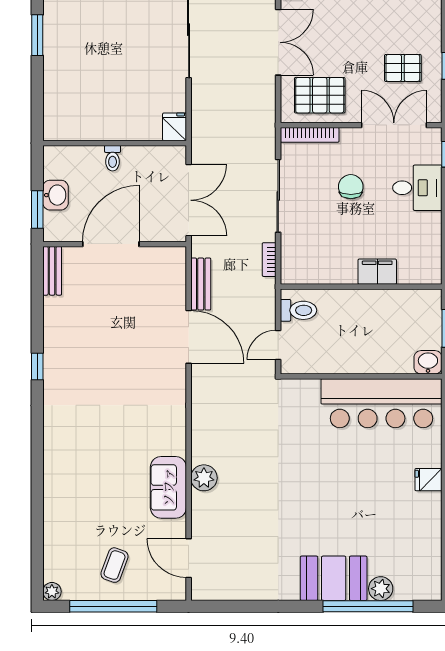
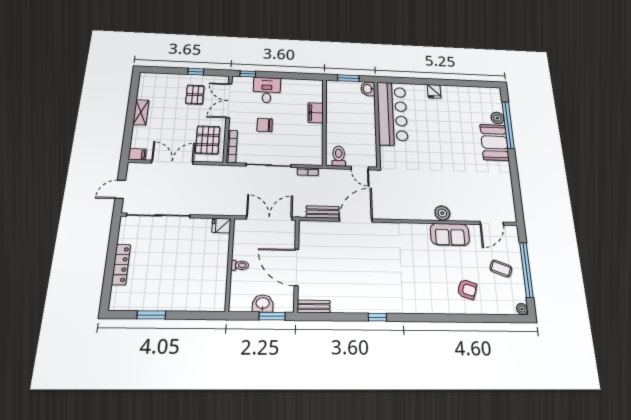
armchair: (81, 508) -> (467, 289), added

